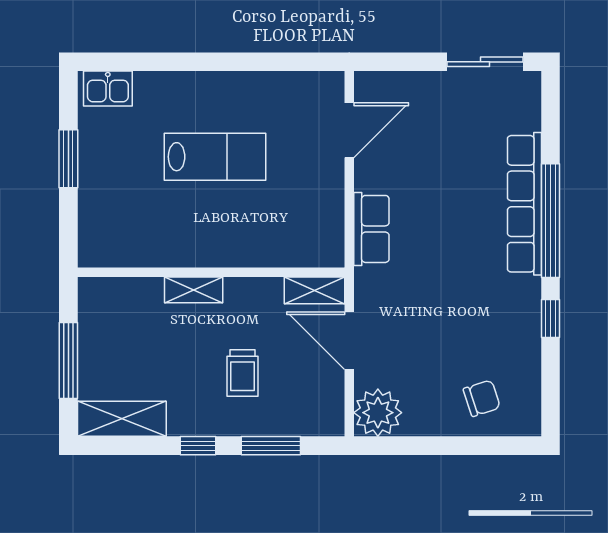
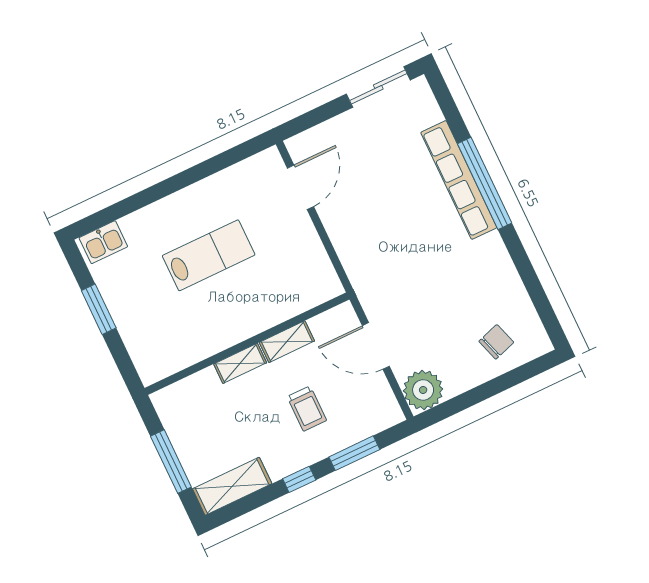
row of seats: (371, 229) -> (352, 254), removed
shelving: (315, 290) -> (287, 342), moved
window: (551, 318) -> (520, 257), removed

